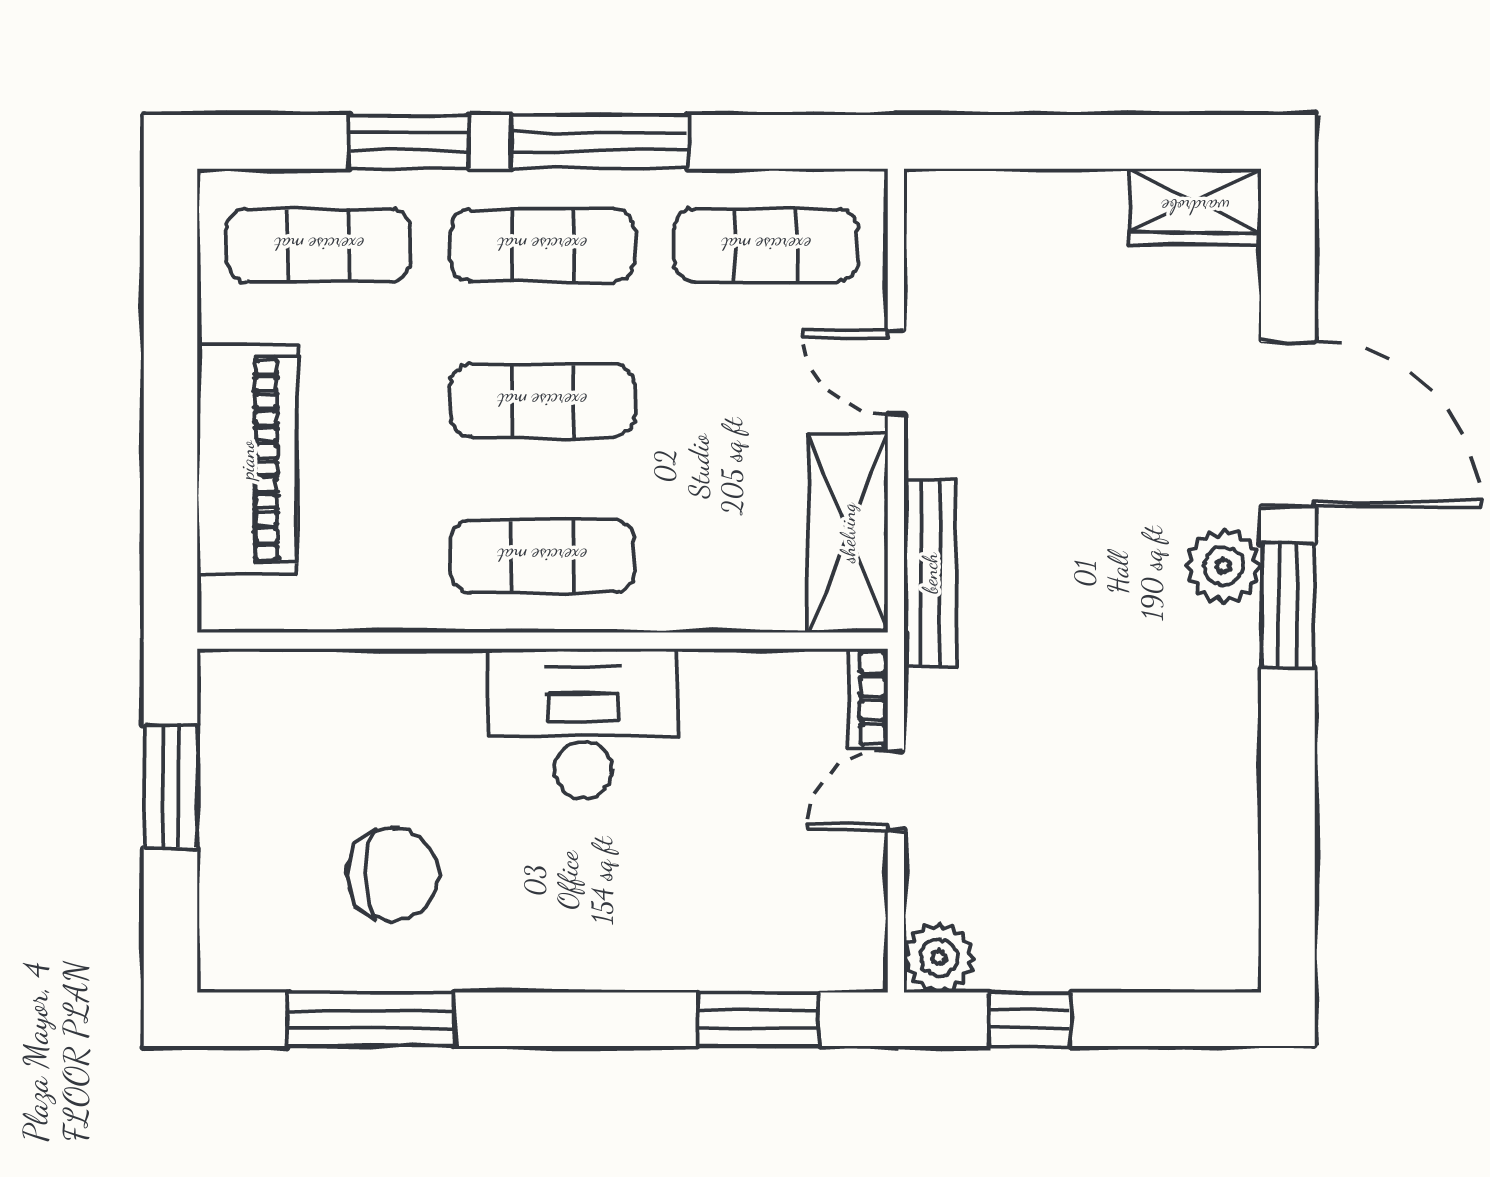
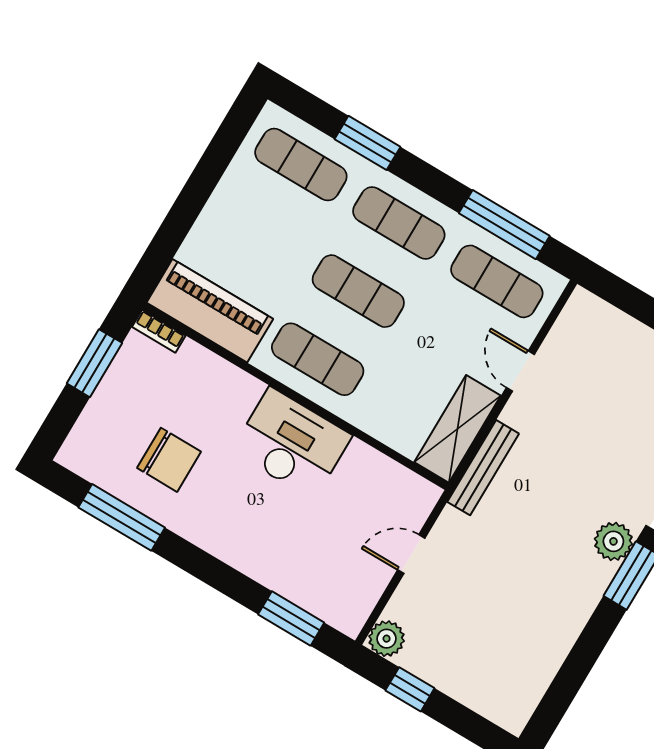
window: (600, 142) -> (504, 225), moved
piano: (247, 460) -> (210, 311), moved, turned -90
bookcase: (868, 698) -> (159, 331), moved, turned -90

